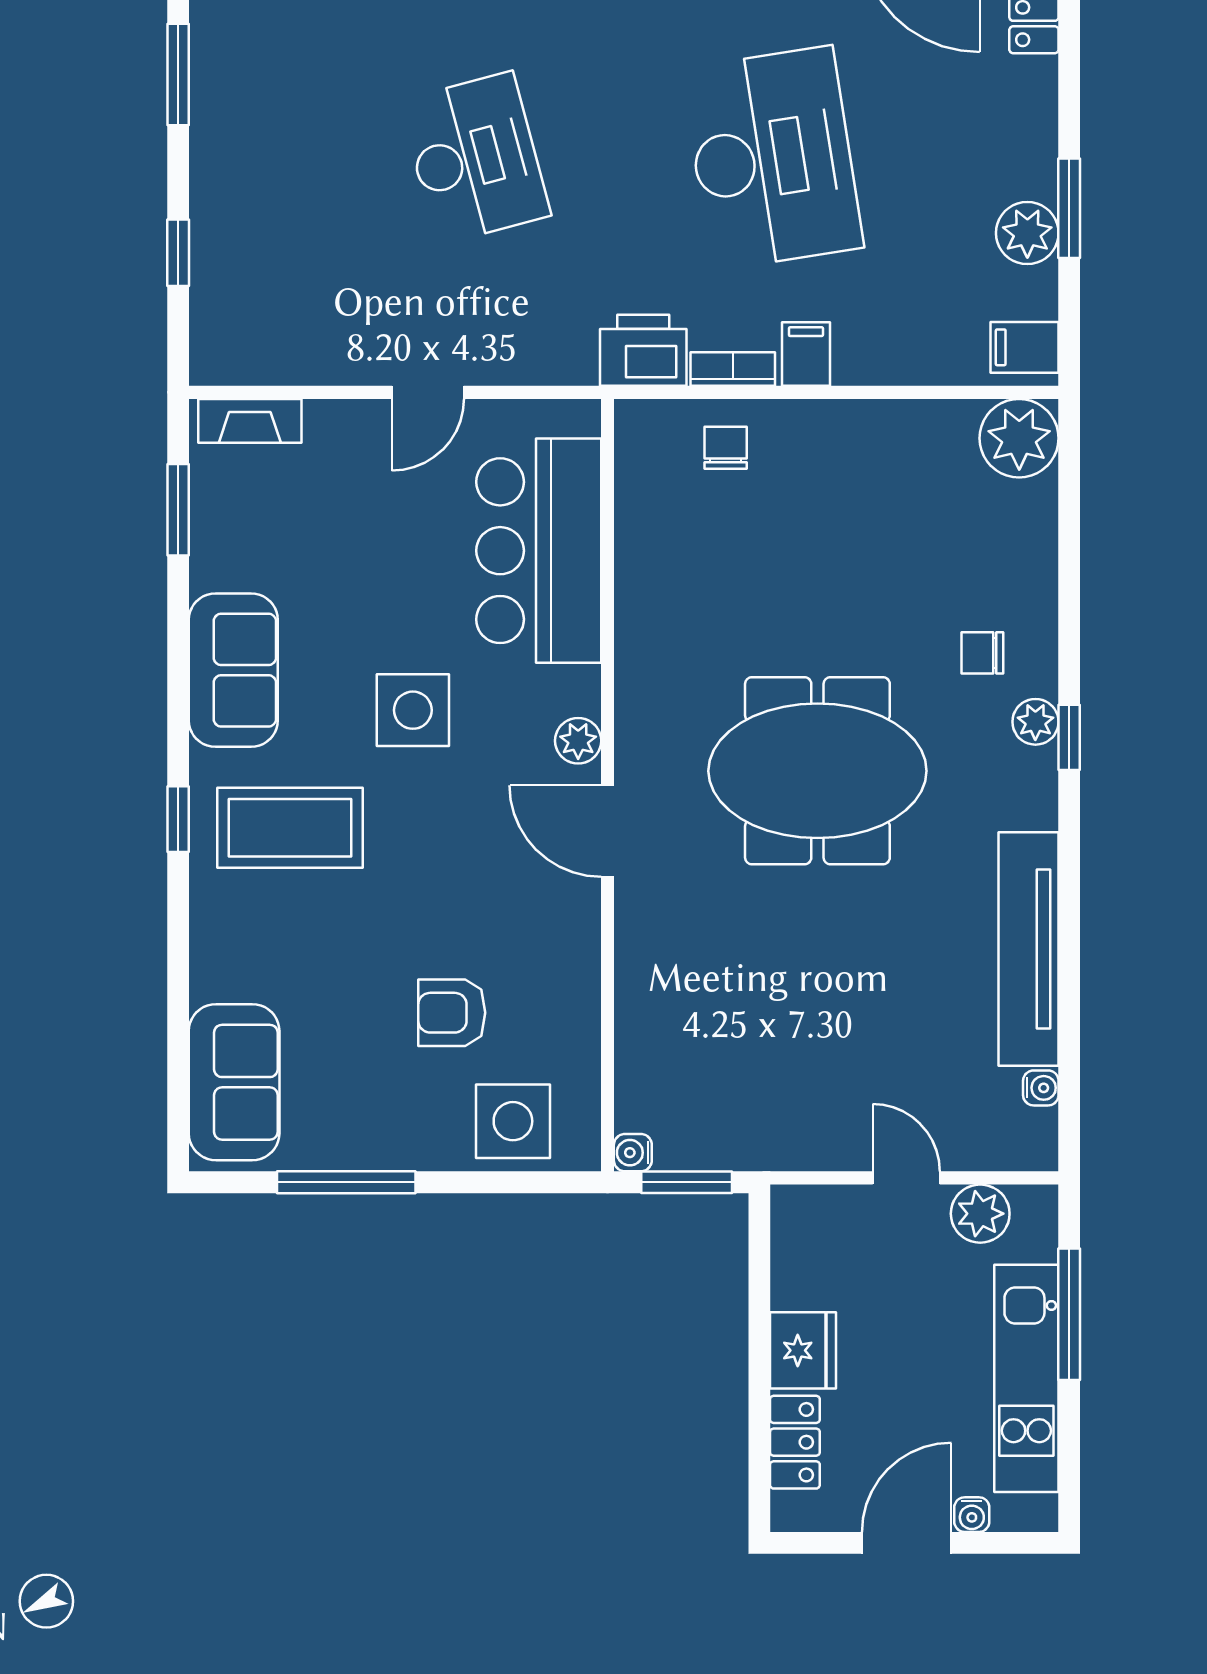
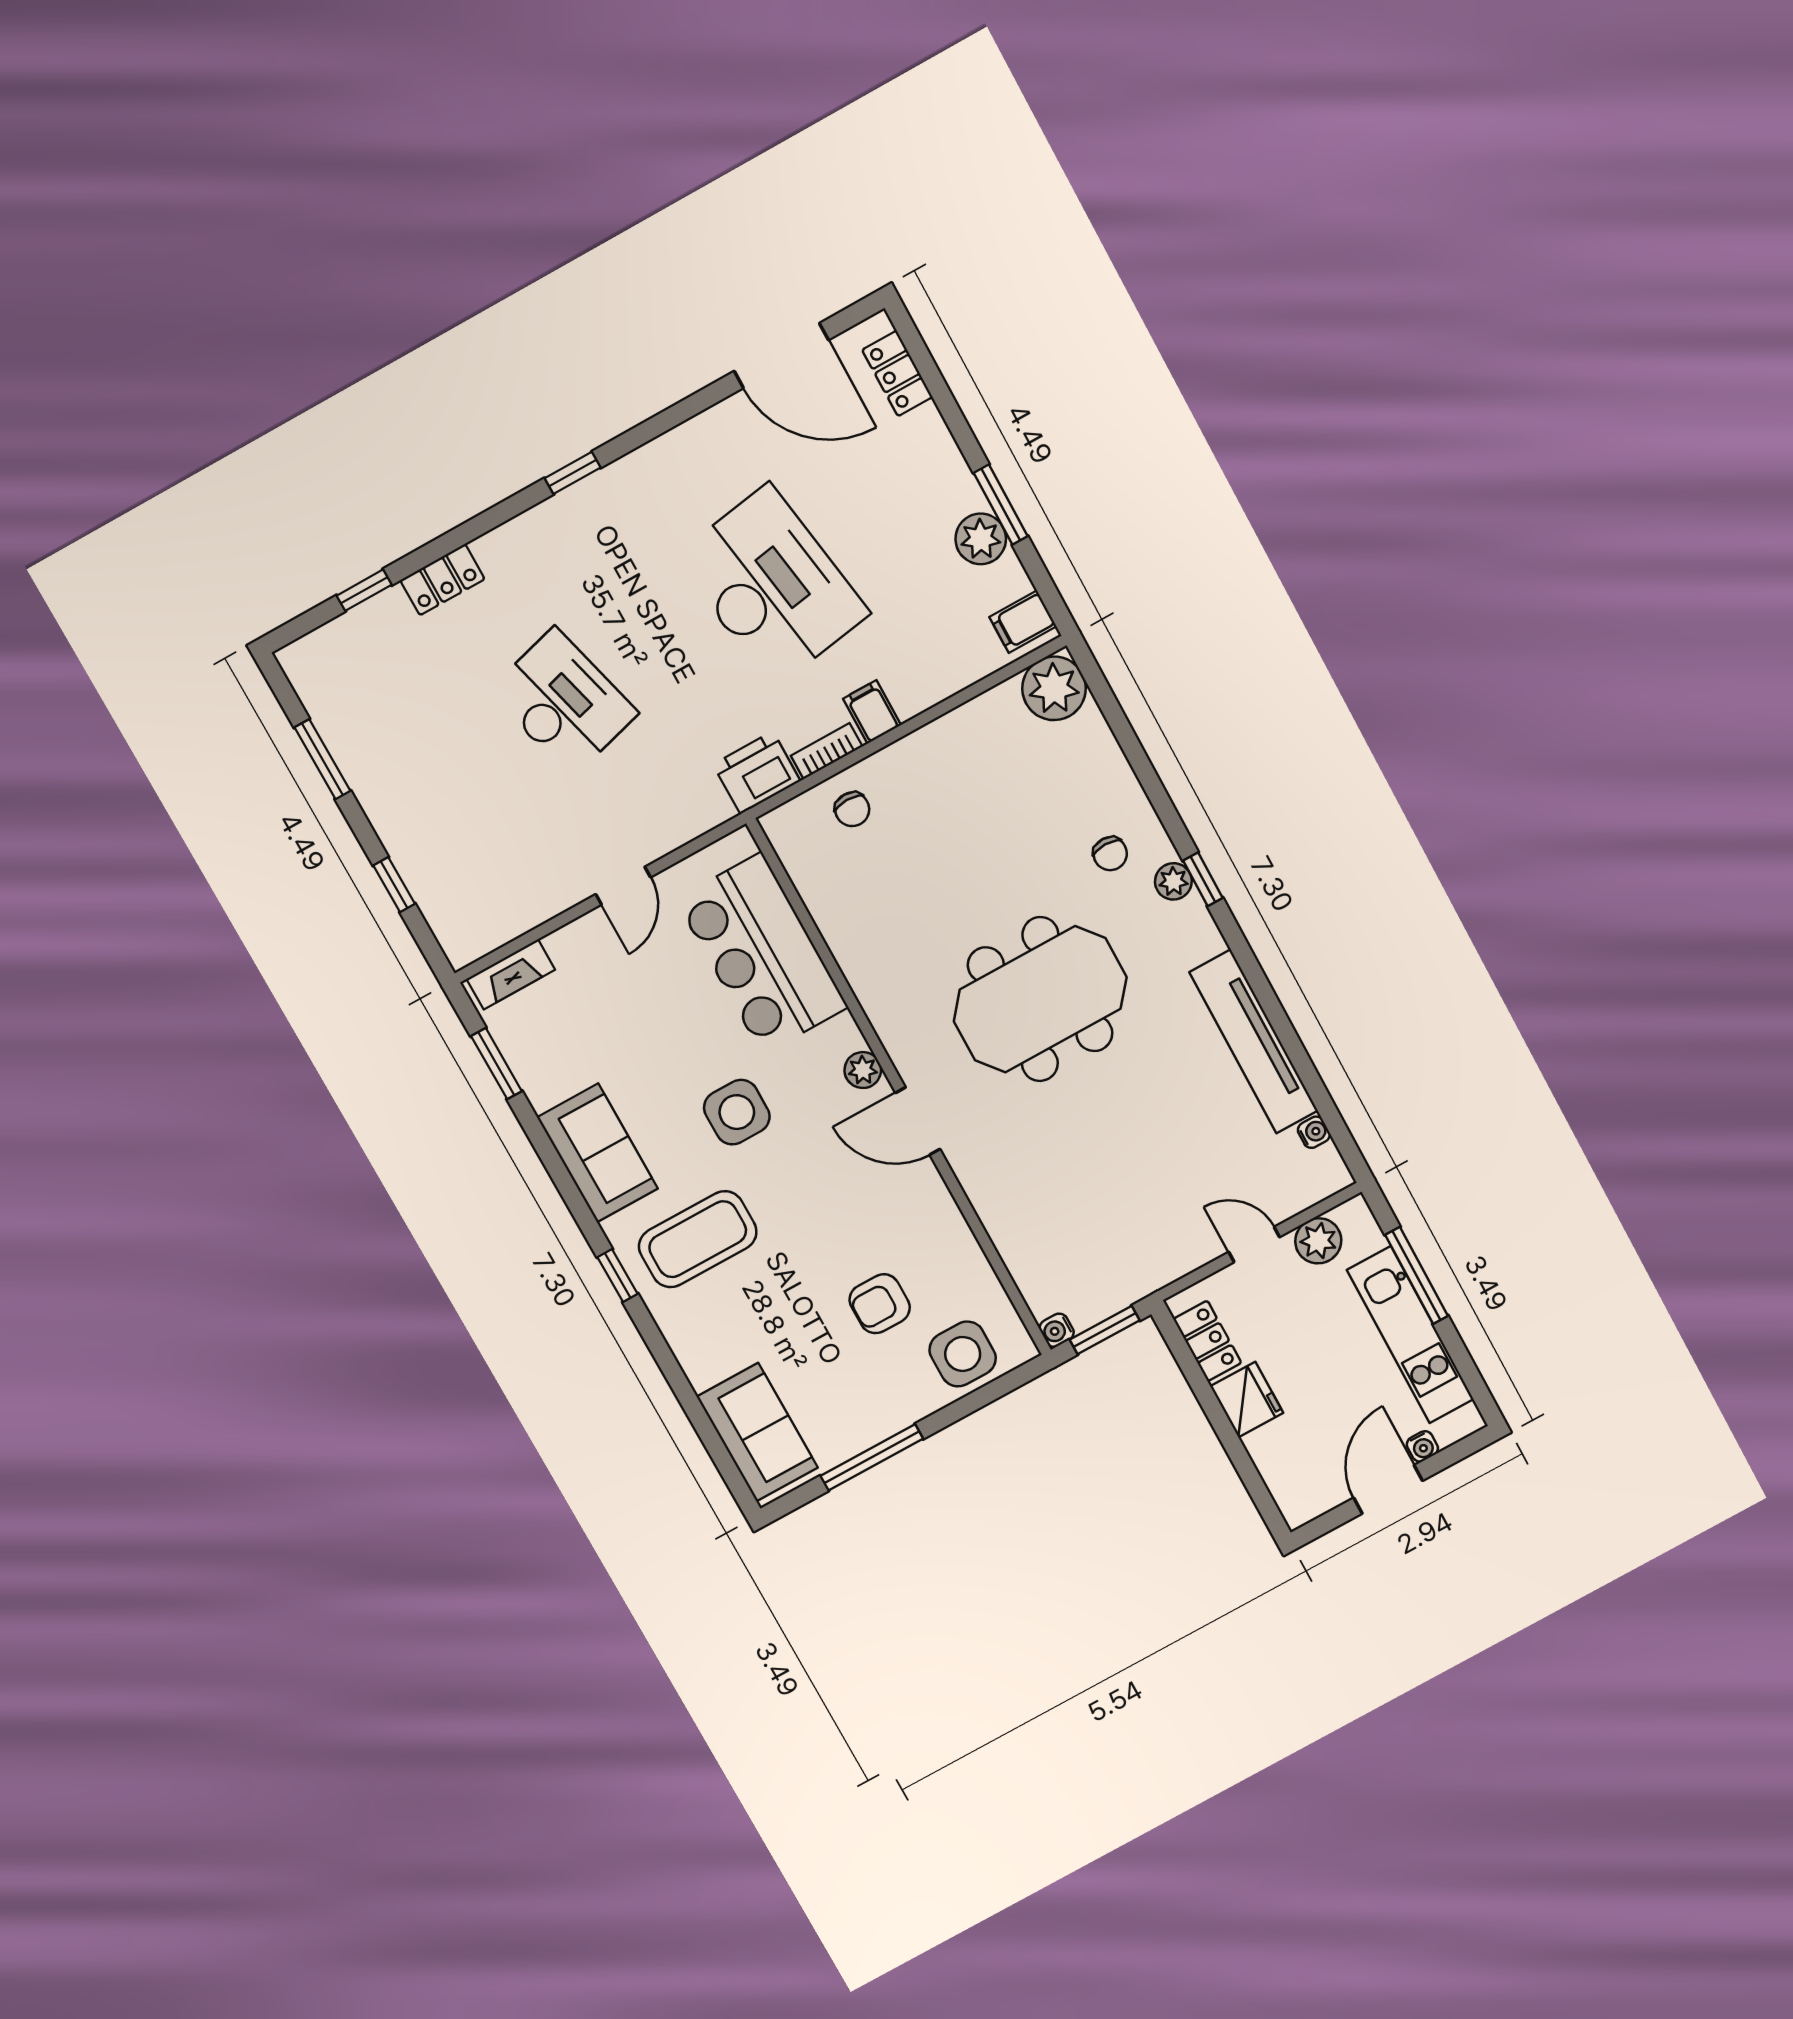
chair: (726, 448) -> (852, 809), turned 180
chair: (982, 653) -> (1110, 854), turned -90
locker: (795, 1442) -> (1207, 1341), moved

